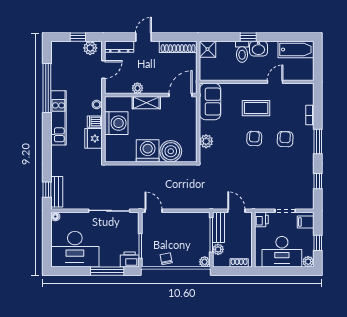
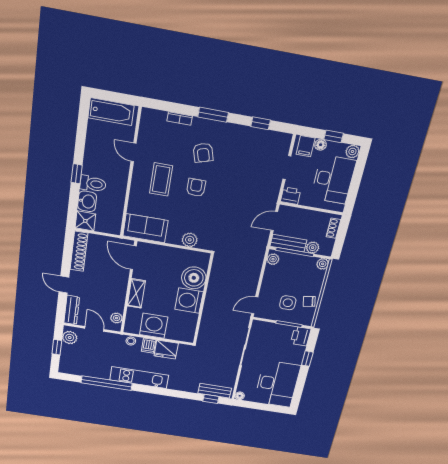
washbasin: (258, 49) -> (87, 201), moved
bathtub: (296, 50) -> (111, 112), moved, turned 90
plant: (137, 88) -> (116, 318), moved
armchair: (254, 138) -> (196, 188), turned 88
armchair: (285, 139) -> (203, 153), turned -109
plant: (201, 217) -> (273, 259), added
floor lamp: (309, 234) -> (321, 145), added
side table: (161, 240) -> (288, 303), added
window: (107, 271) -> (307, 359), width x0.46

